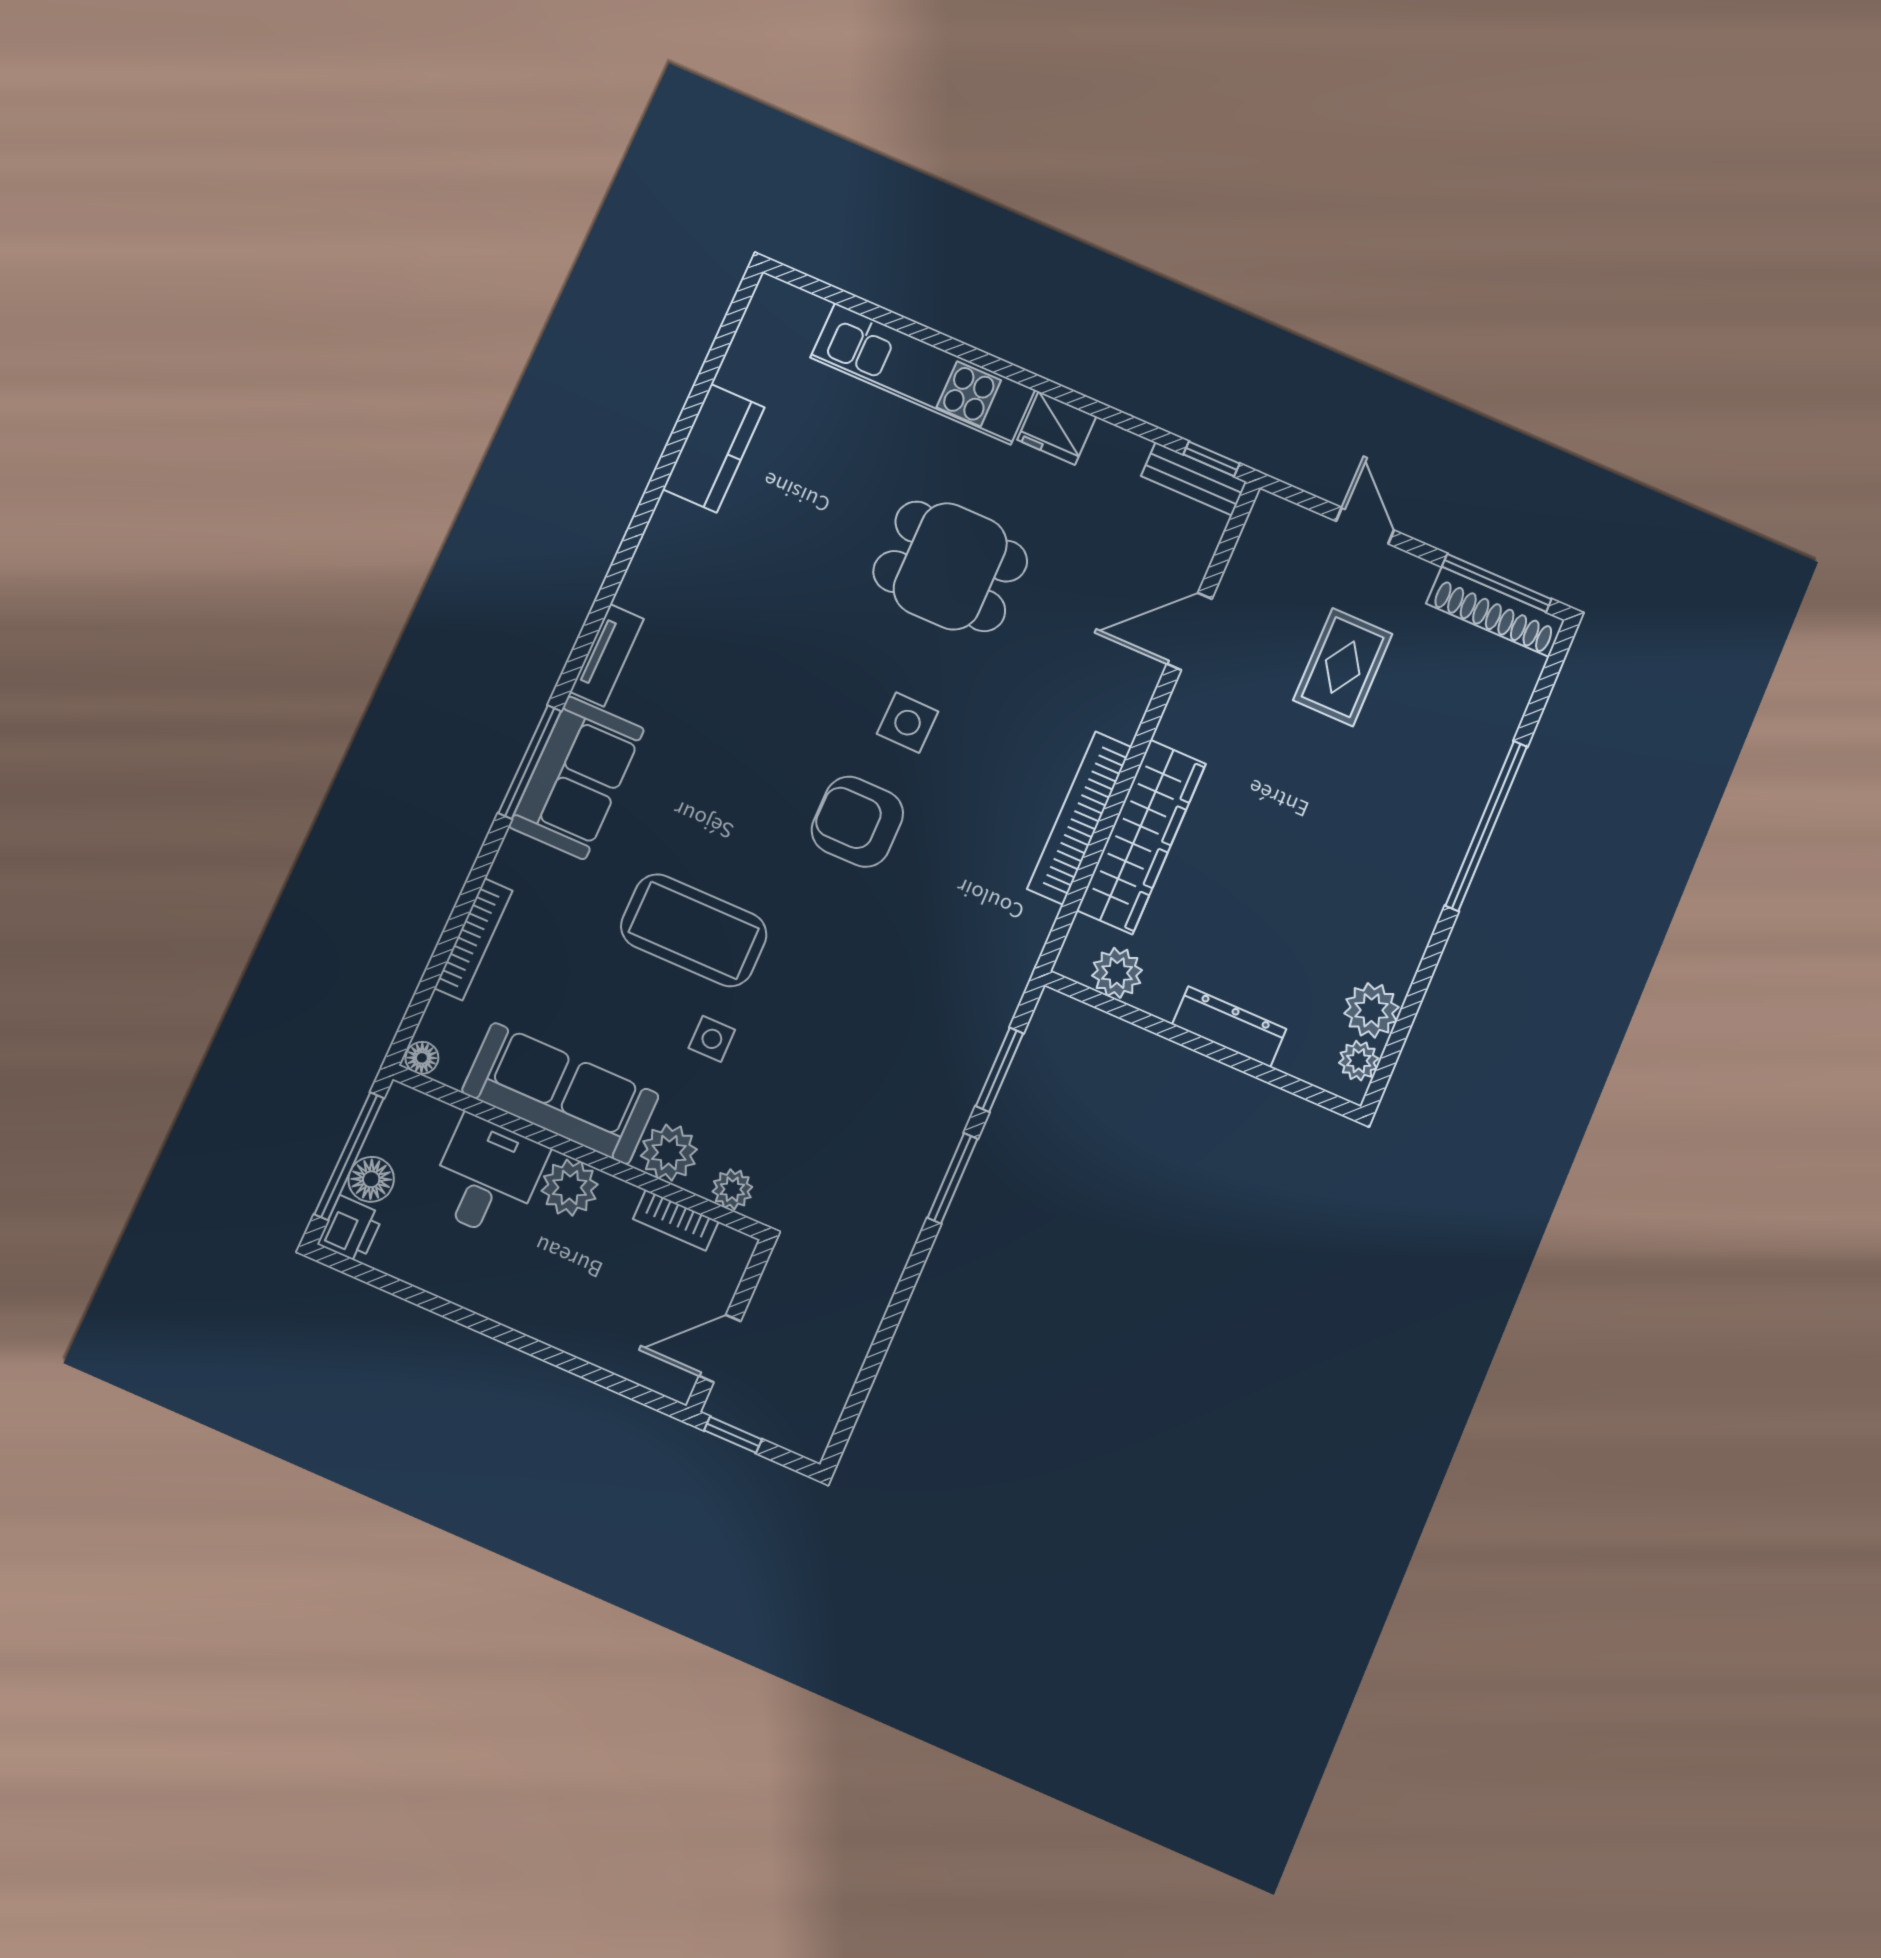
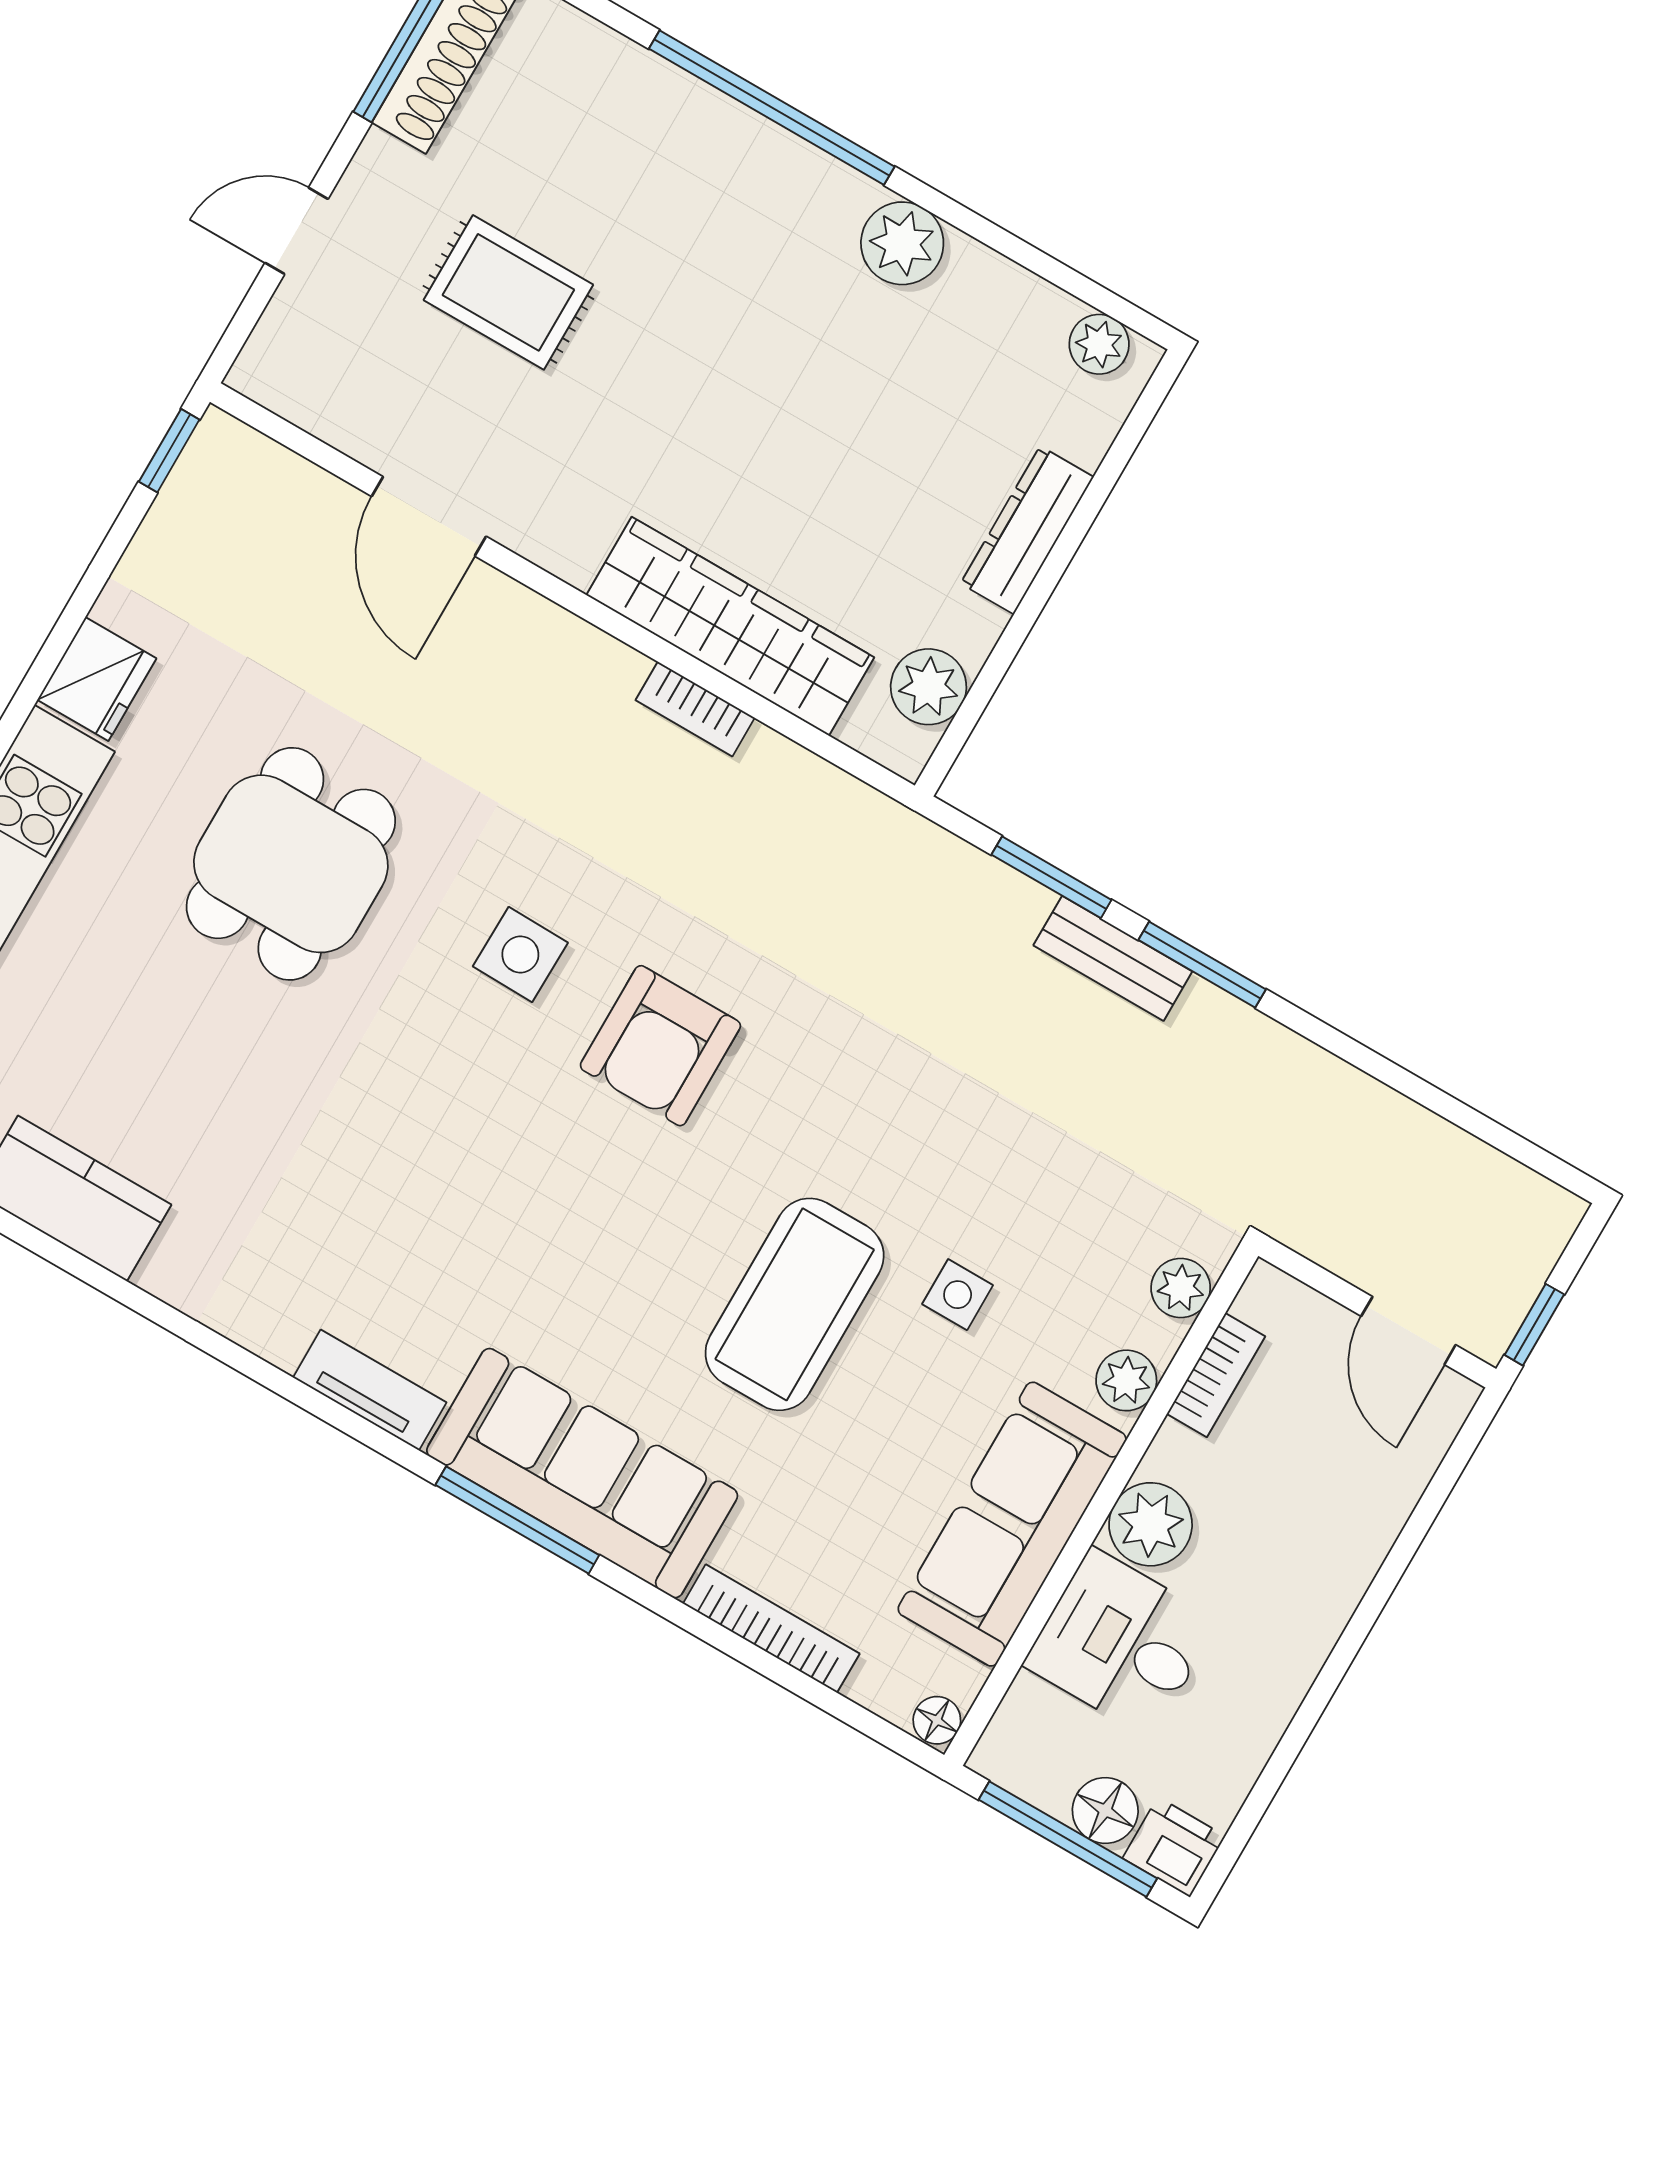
bench: (1194, 479) -> (1113, 958), moved, turned 90
sofa: (576, 778) -> (582, 1473), width x1.36
bookcase: (1079, 818) -> (695, 709), width x0.43, depth x0.76
plant: (1371, 1010) -> (902, 243), moved
plant: (669, 1153) -> (1126, 1380), width x0.73, depth x0.73

